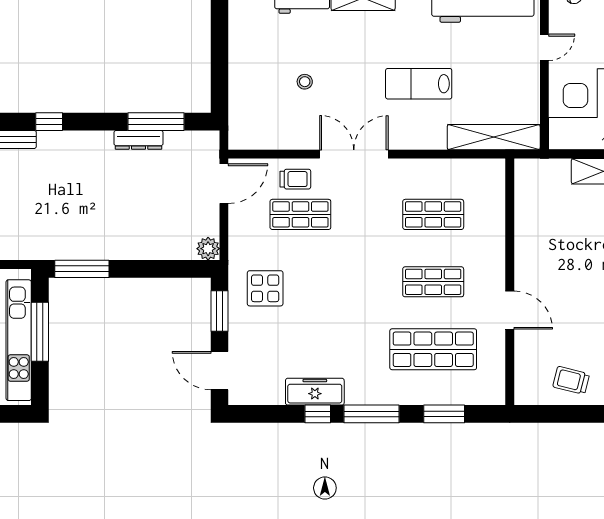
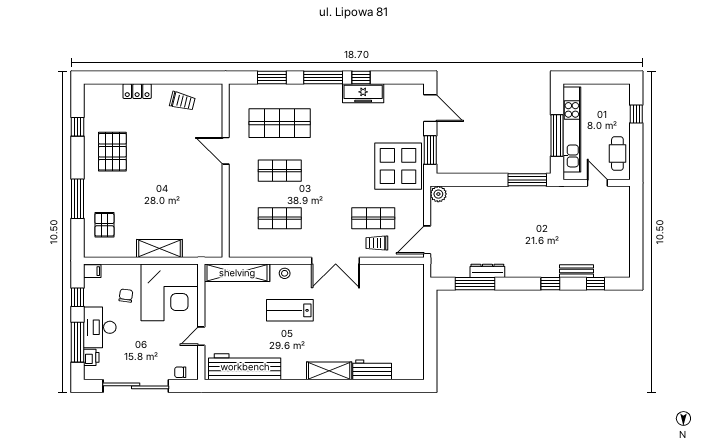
stool: (305, 82) -> (285, 273), moved
lab bench: (419, 84) -> (290, 310), turned 180
display table: (265, 288) -> (398, 166), width x1.86, depth x1.86

